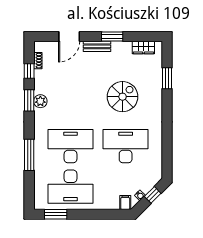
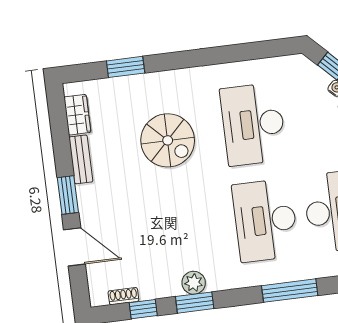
window: (112, 37) -> (68, 195), moved
bench: (97, 46) -> (81, 159), moved
spiral stairs: (123, 97) -> (168, 140), turned 180

